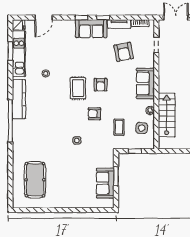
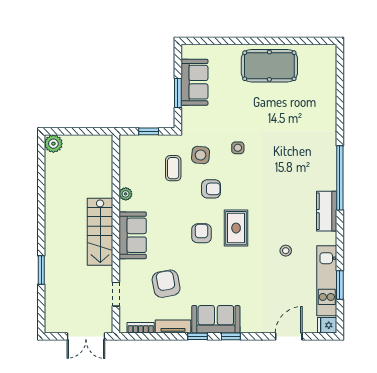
kitchen counter: (19, 99) -> (327, 211), width x0.67
stairs: (167, 115) -> (100, 232), moved
side table: (142, 128) -> (201, 155), moved
pool table: (35, 180) -> (269, 66), moved, turned 90

